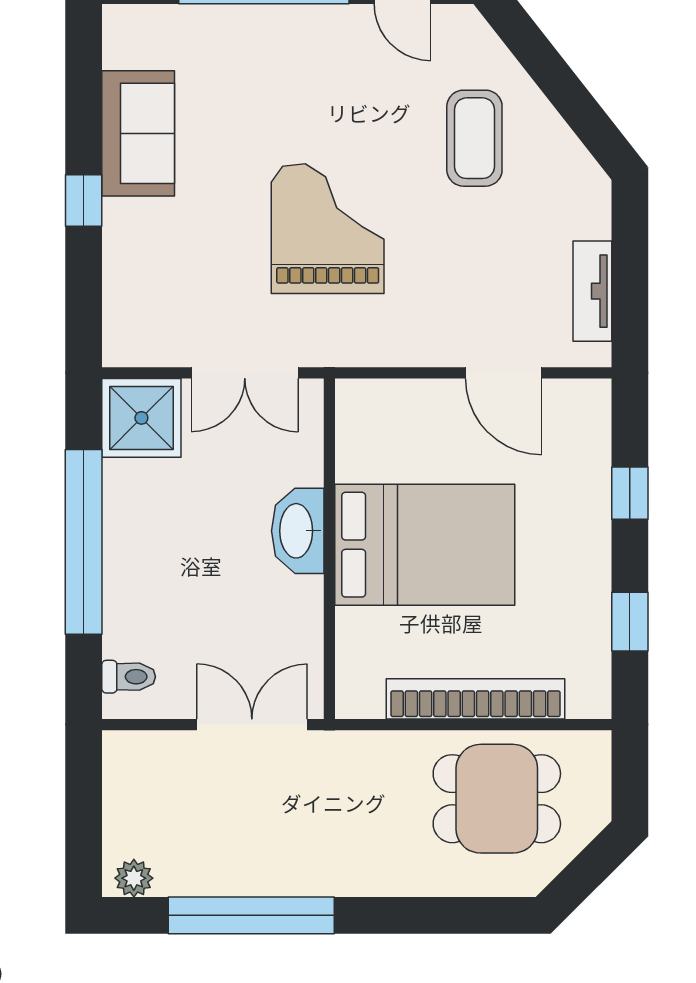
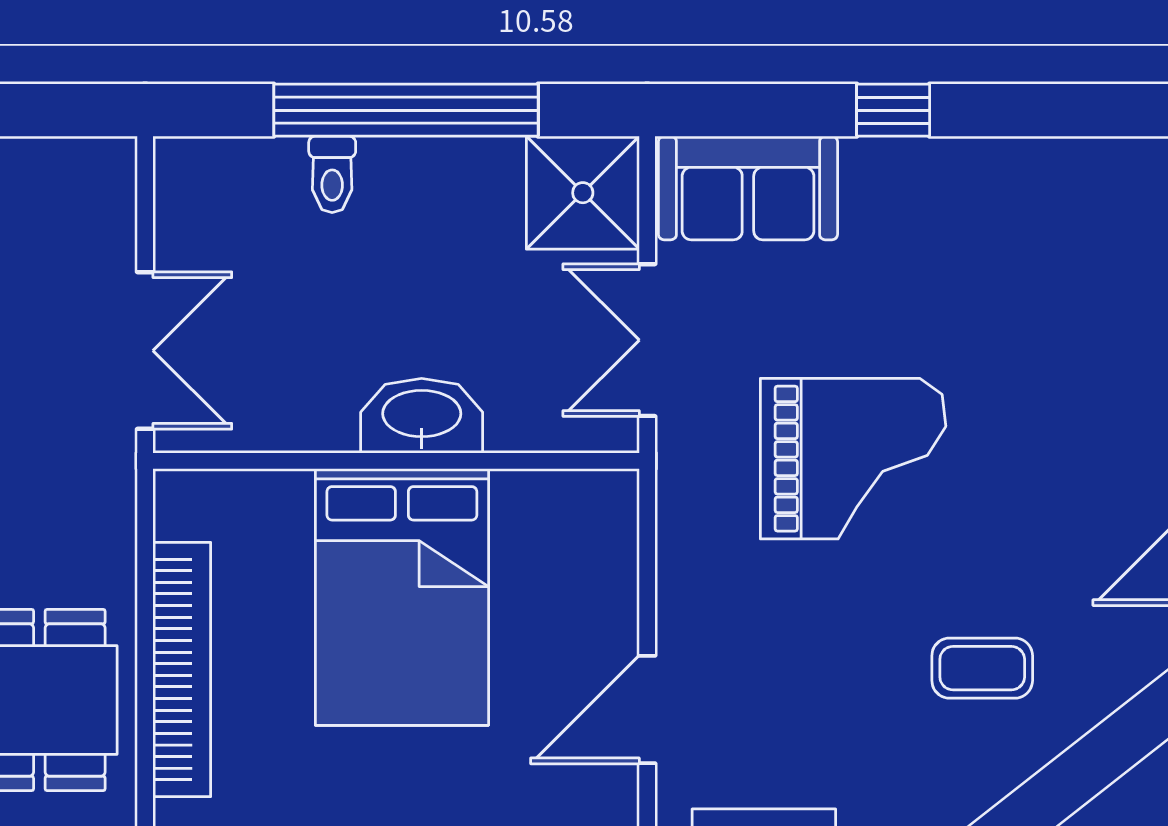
sofa: (138, 133) -> (748, 188), moved
coffee table: (474, 138) -> (982, 668), width x0.73, depth x0.77
toilet: (129, 677) -> (332, 174), moved

